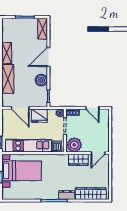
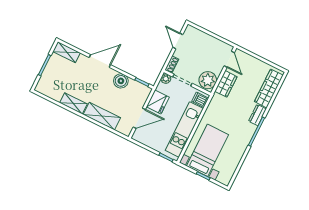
door: (48, 57) -> (100, 61), swing flipped
door: (92, 108) -> (178, 41), swing flipped

